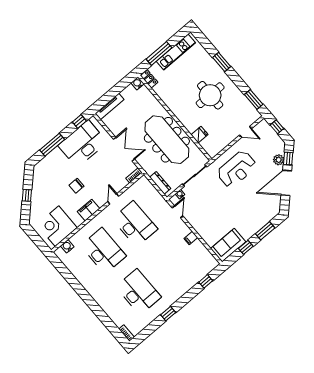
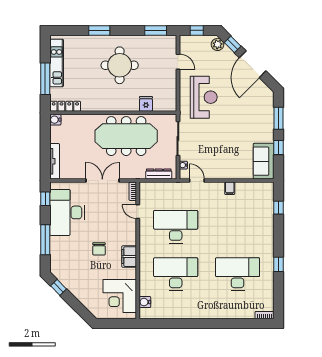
locker: (149, 79) -> (65, 106), width x1.53
door: (246, 132) -> (178, 62), hinge flipped
plant: (279, 160) -> (218, 44), moved
window: (27, 195) -> (59, 287), moved
door: (113, 199) -> (138, 212), moved

